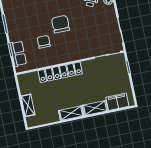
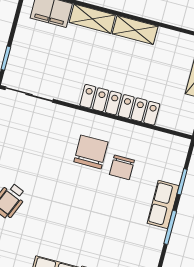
chair: (61, 24) -> (91, 152), moved, turned 180
row of seats: (18, 54) -> (163, 204), moved

